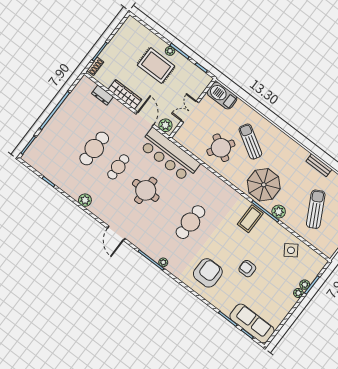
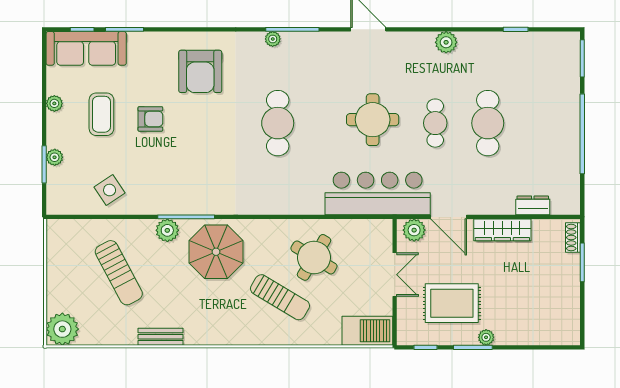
rug: (156, 66) -> (452, 303), moved
coffee table: (250, 219) -> (101, 114), moved
plant: (298, 293) -> (54, 103), moved

